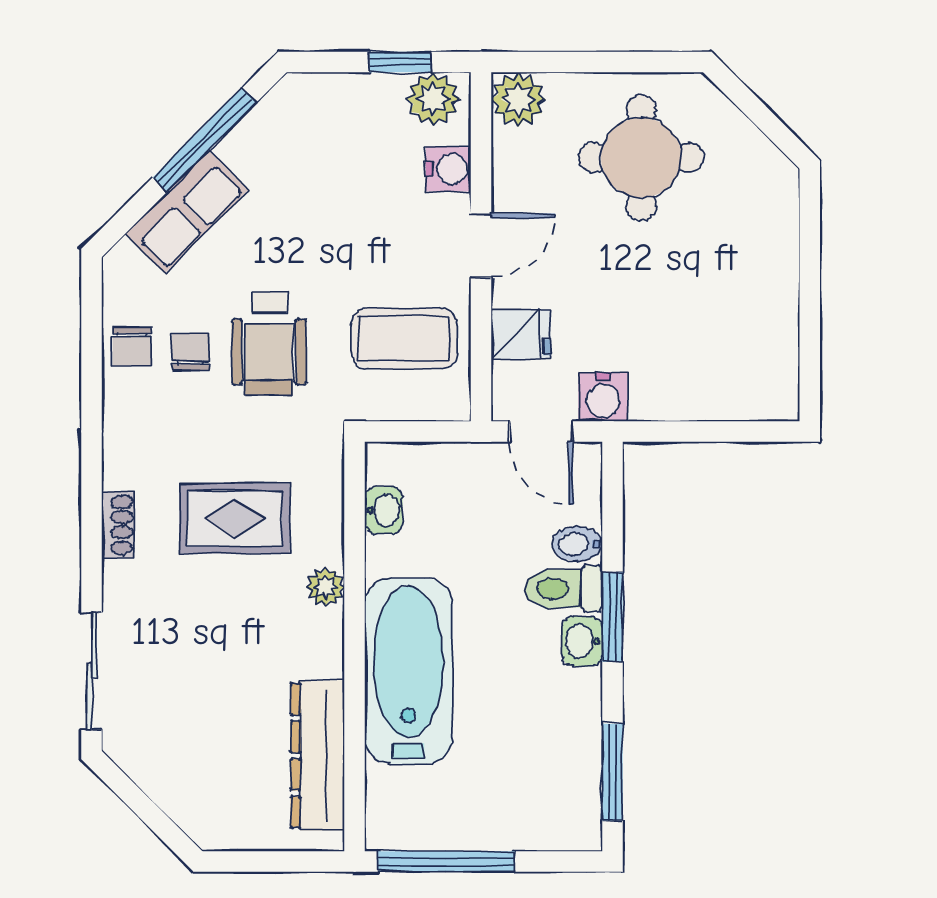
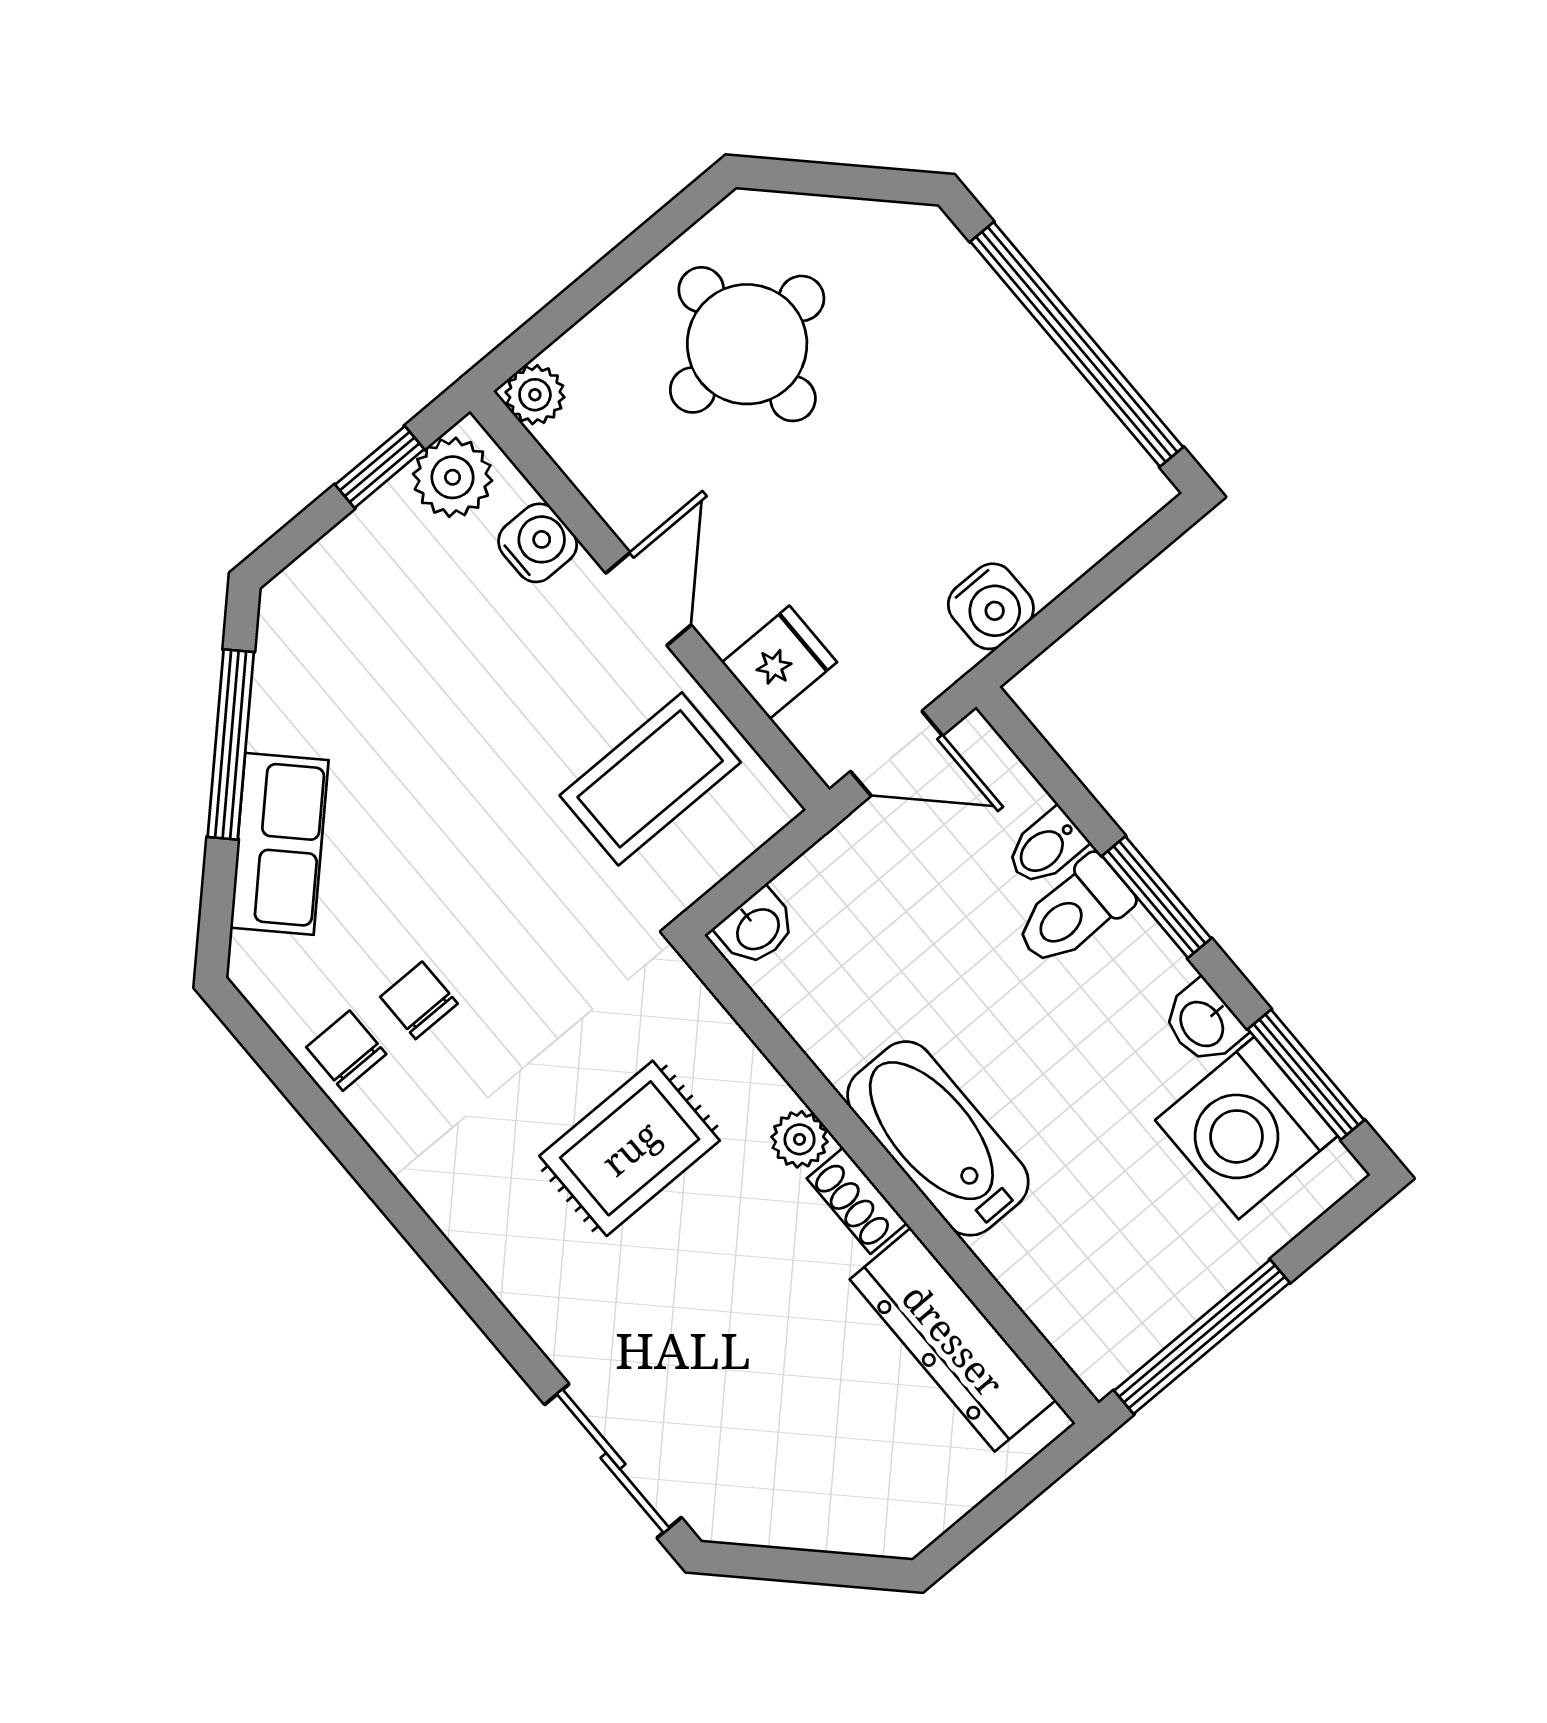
plant: (518, 99) -> (535, 395), width x0.73, depth x0.73
window: (810, 300) -> (1077, 344), added
wheelchair: (269, 344) -> (500, 915), removed
chair: (132, 346) -> (346, 1051), turned 180
water cooler: (603, 397) -> (991, 606), moved
washbasin: (384, 510) -> (757, 928), moved, turned 90
shoe rack: (118, 525) -> (857, 1201), moved, turned 180
washbasin: (582, 641) -> (1203, 1023), moved
bathtub: (408, 671) -> (938, 1138), width x0.73, depth x0.73
washing machine: (559, 774) -> (1246, 1128), added

